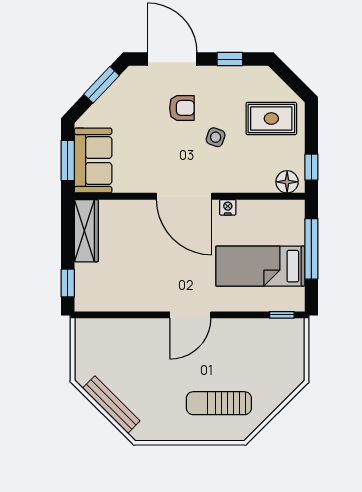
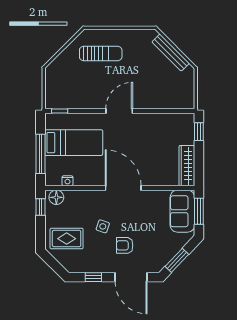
nightstand: (228, 207) -> (67, 181), moved

